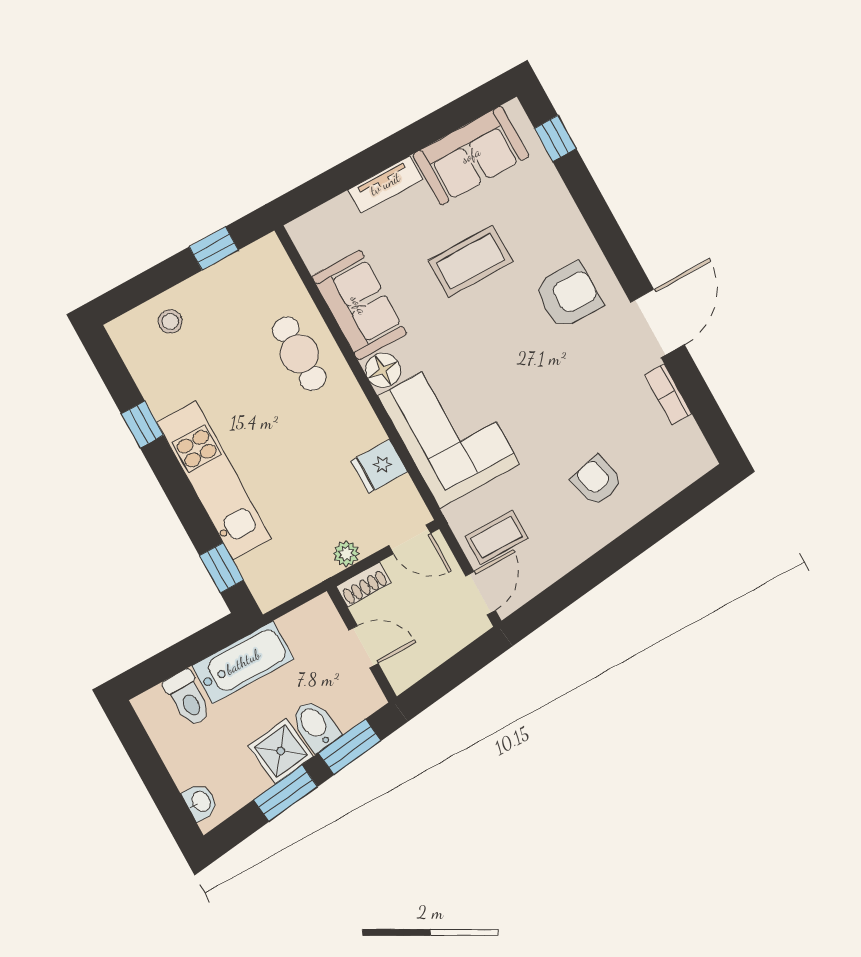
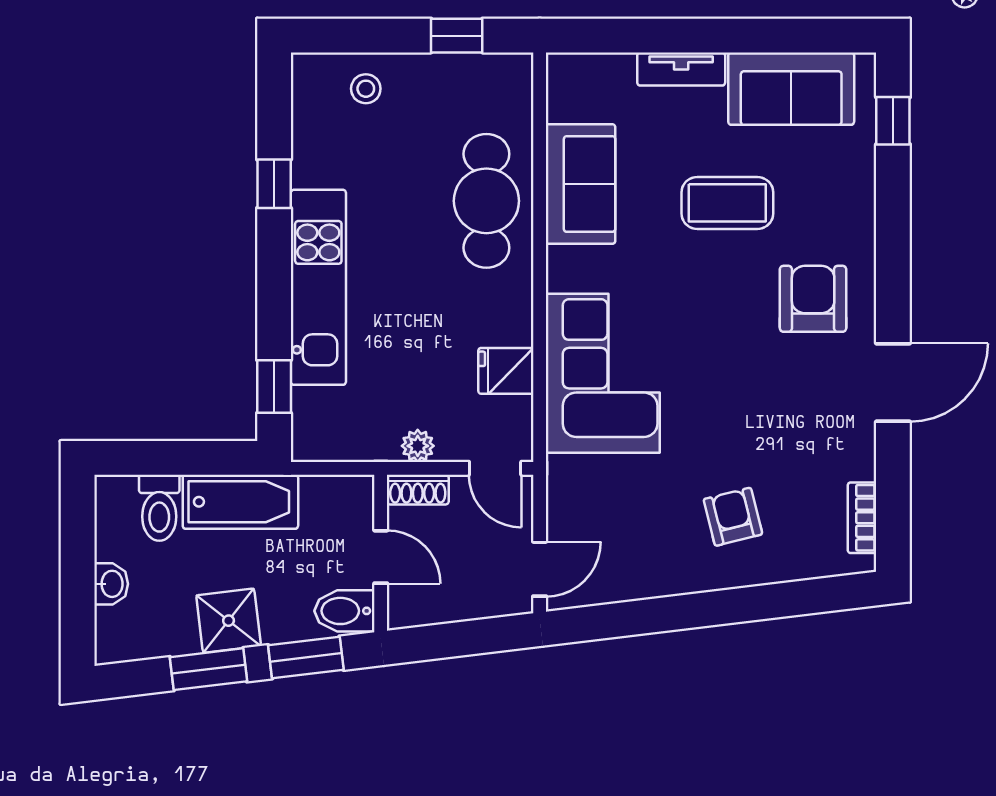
armchair: (568, 295) -> (813, 299), turned -90
cafe table: (299, 354) -> (486, 201), width x1.37, depth x1.35
floor lamp: (383, 370) -> (567, 269), removed
bookcase: (668, 394) -> (862, 518), moved
coffee table: (497, 537) -> (591, 518), removed
bidet: (315, 725) -> (344, 611), moved, turned -83
washbasin: (200, 802) -> (111, 584), moved

